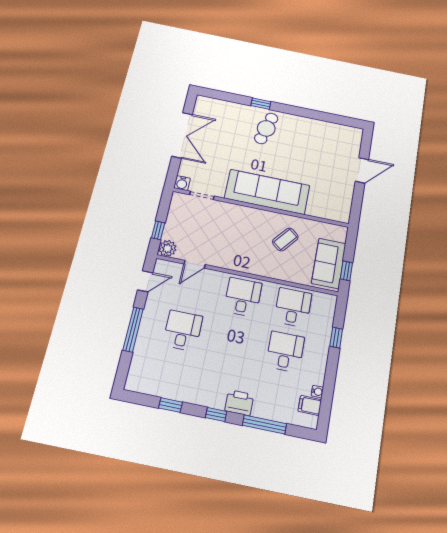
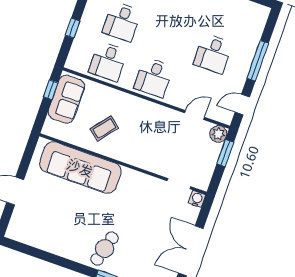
sofa: (267, 192) -> (80, 168), moved
window: (158, 230) -> (225, 153), width x1.50

